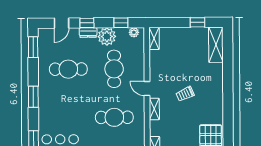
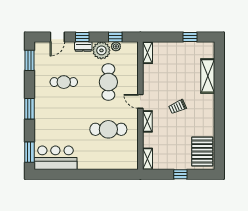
plant: (134, 32) -> (116, 46), moved
shelving: (216, 45) -> (208, 76), moved
cafe table: (68, 69) -> (64, 82), width x0.73, depth x0.74

